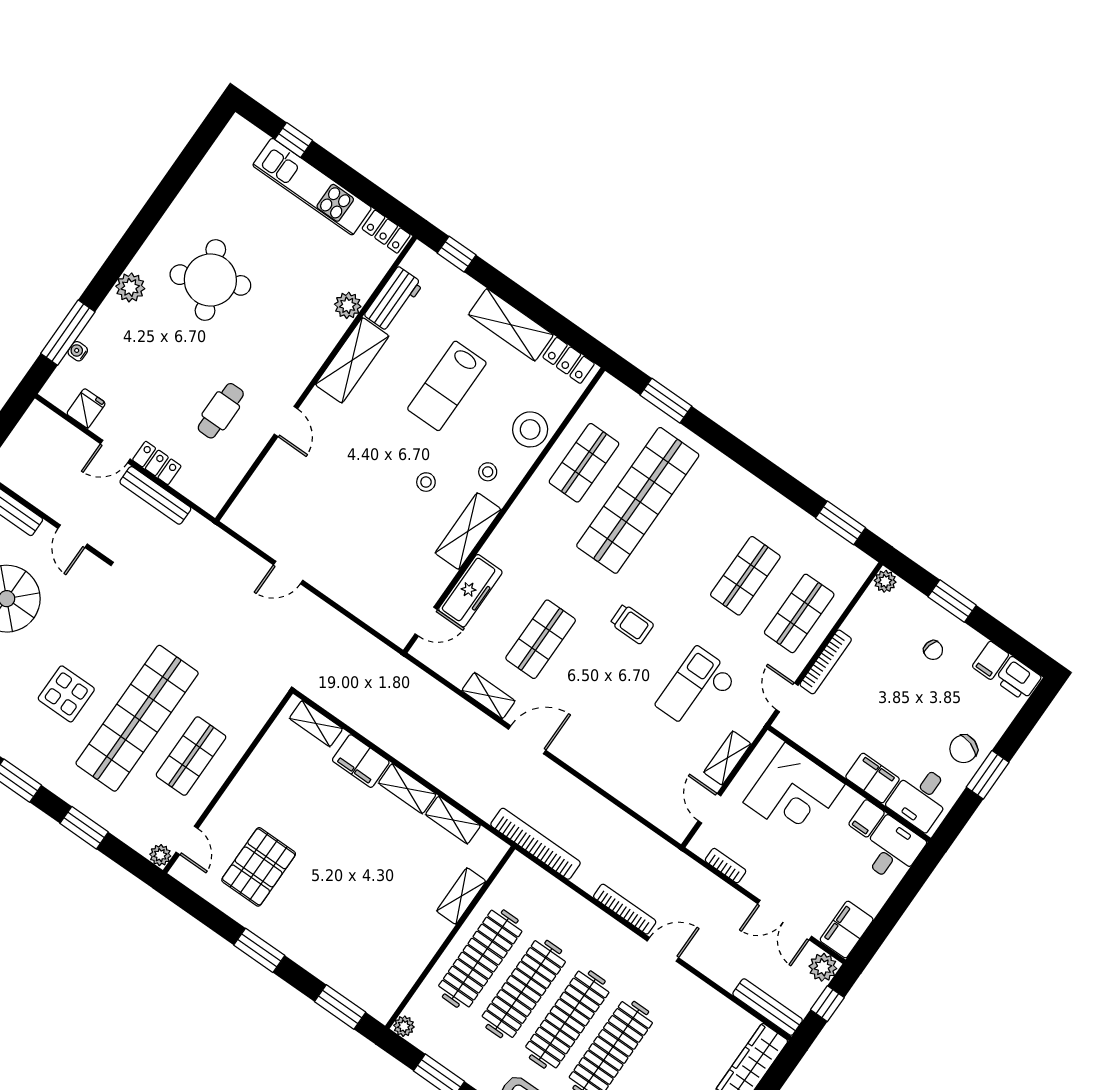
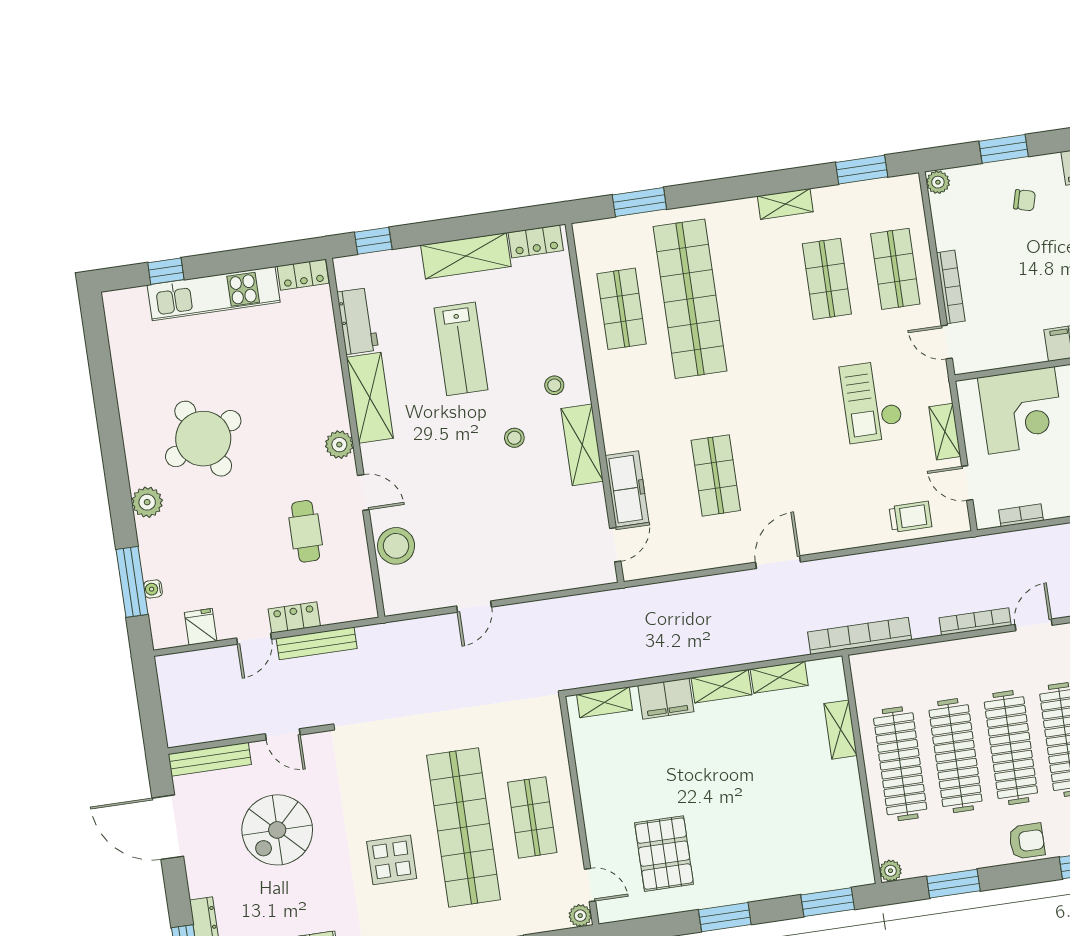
plant: (348, 305) -> (339, 445), moved
stool: (530, 429) -> (396, 546), moved
trolley: (632, 624) -> (910, 517), moved
shelving: (488, 696) -> (785, 204), moved

